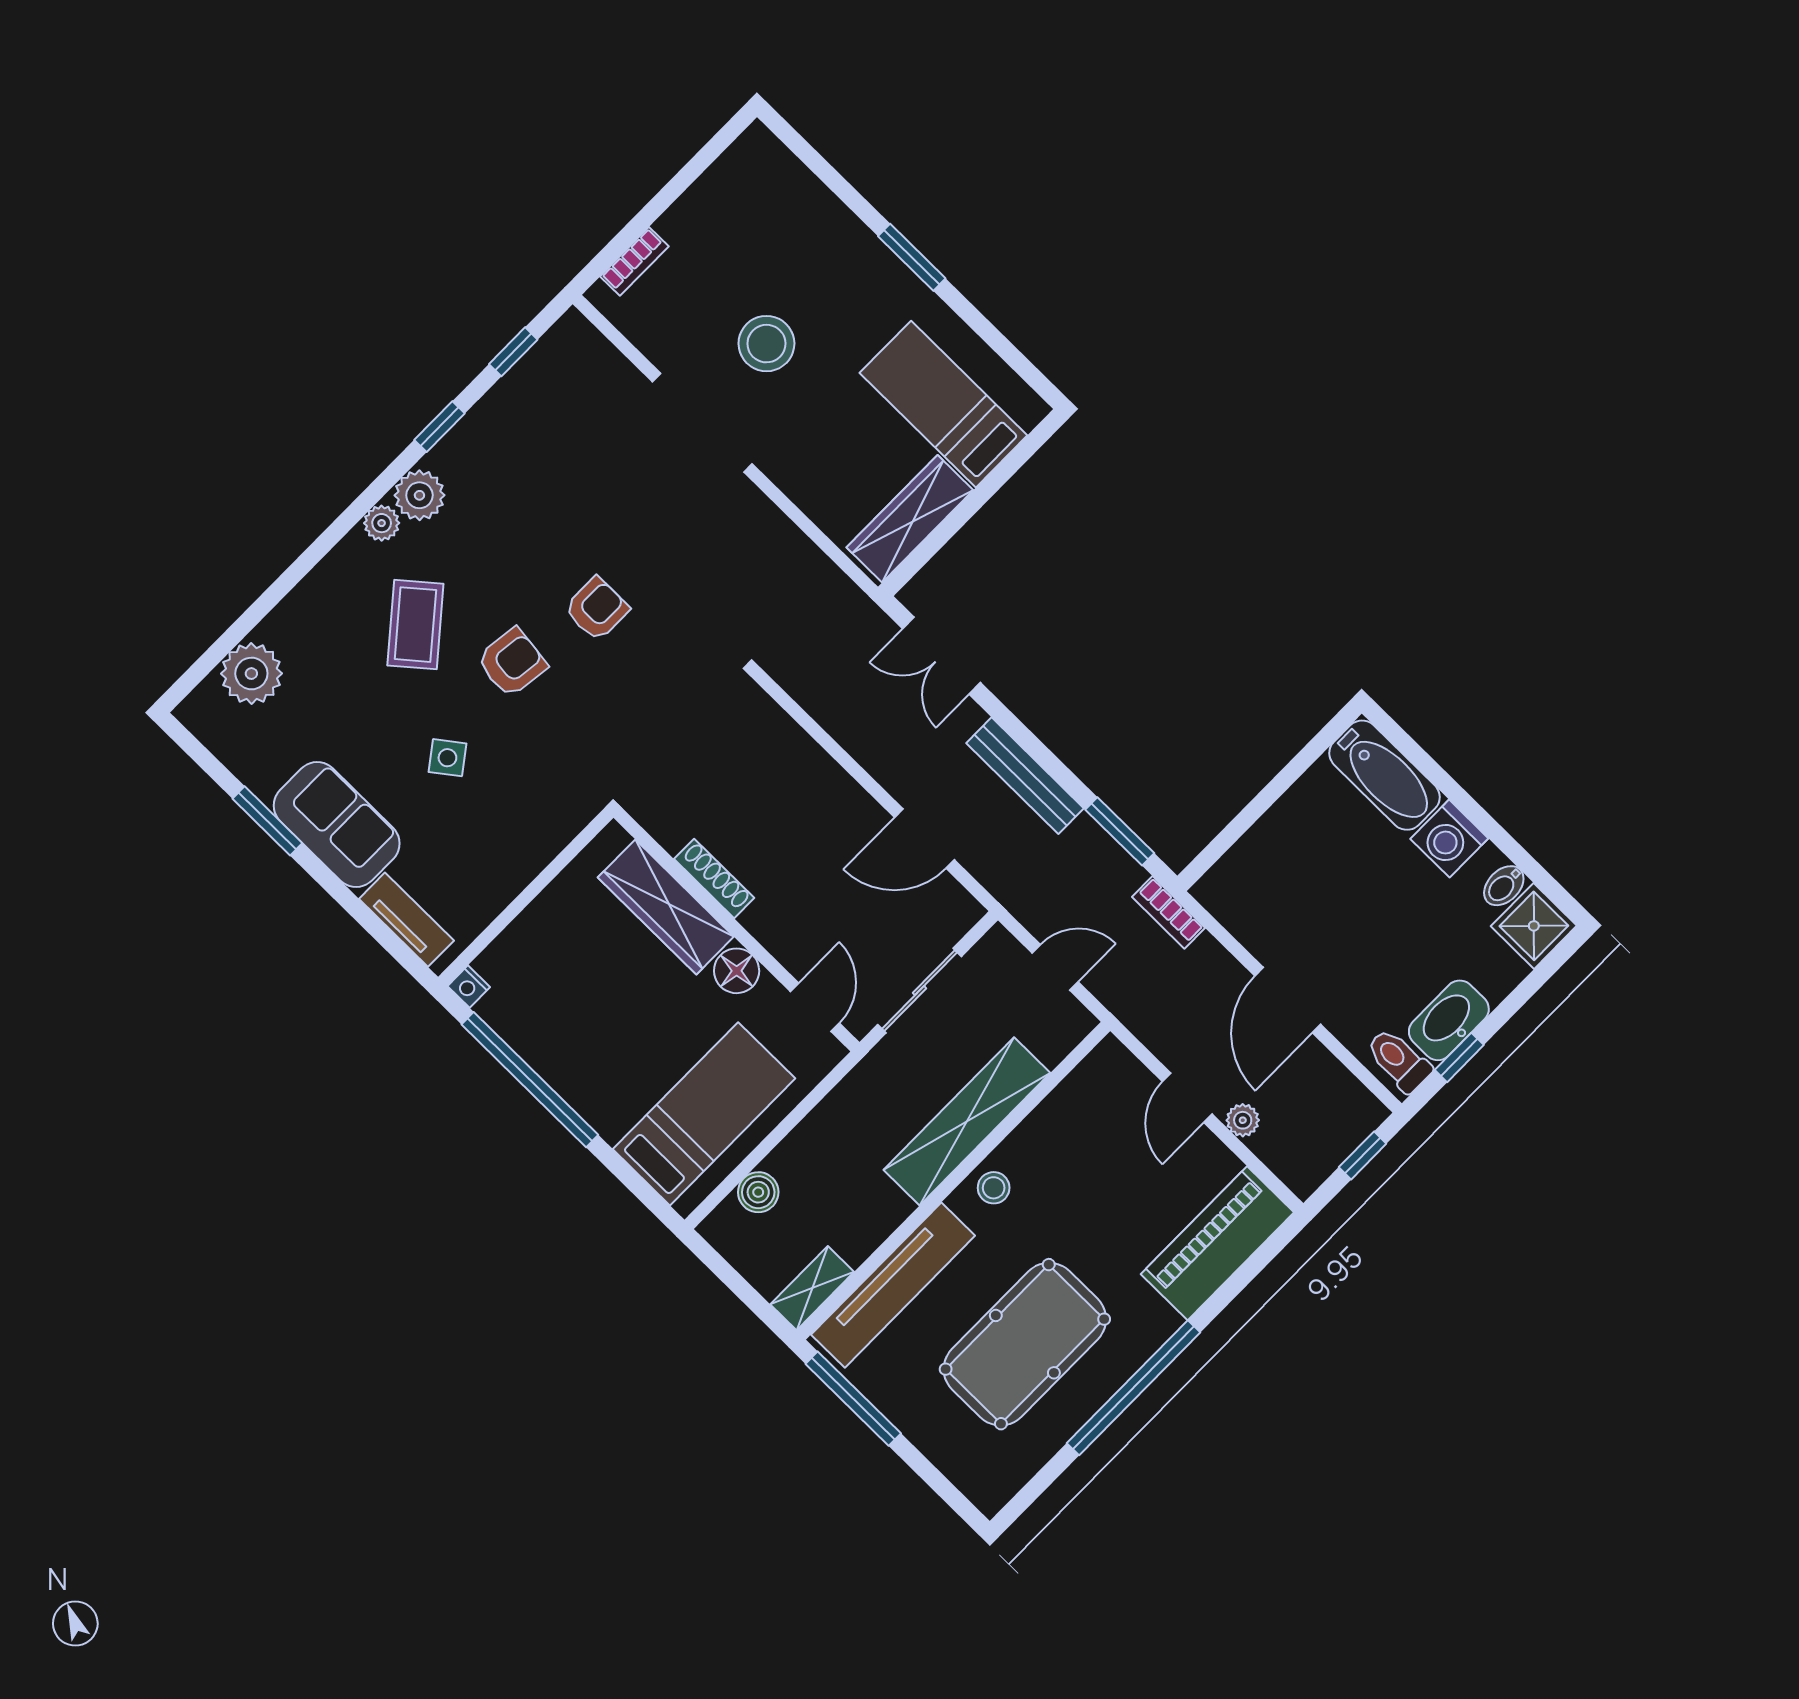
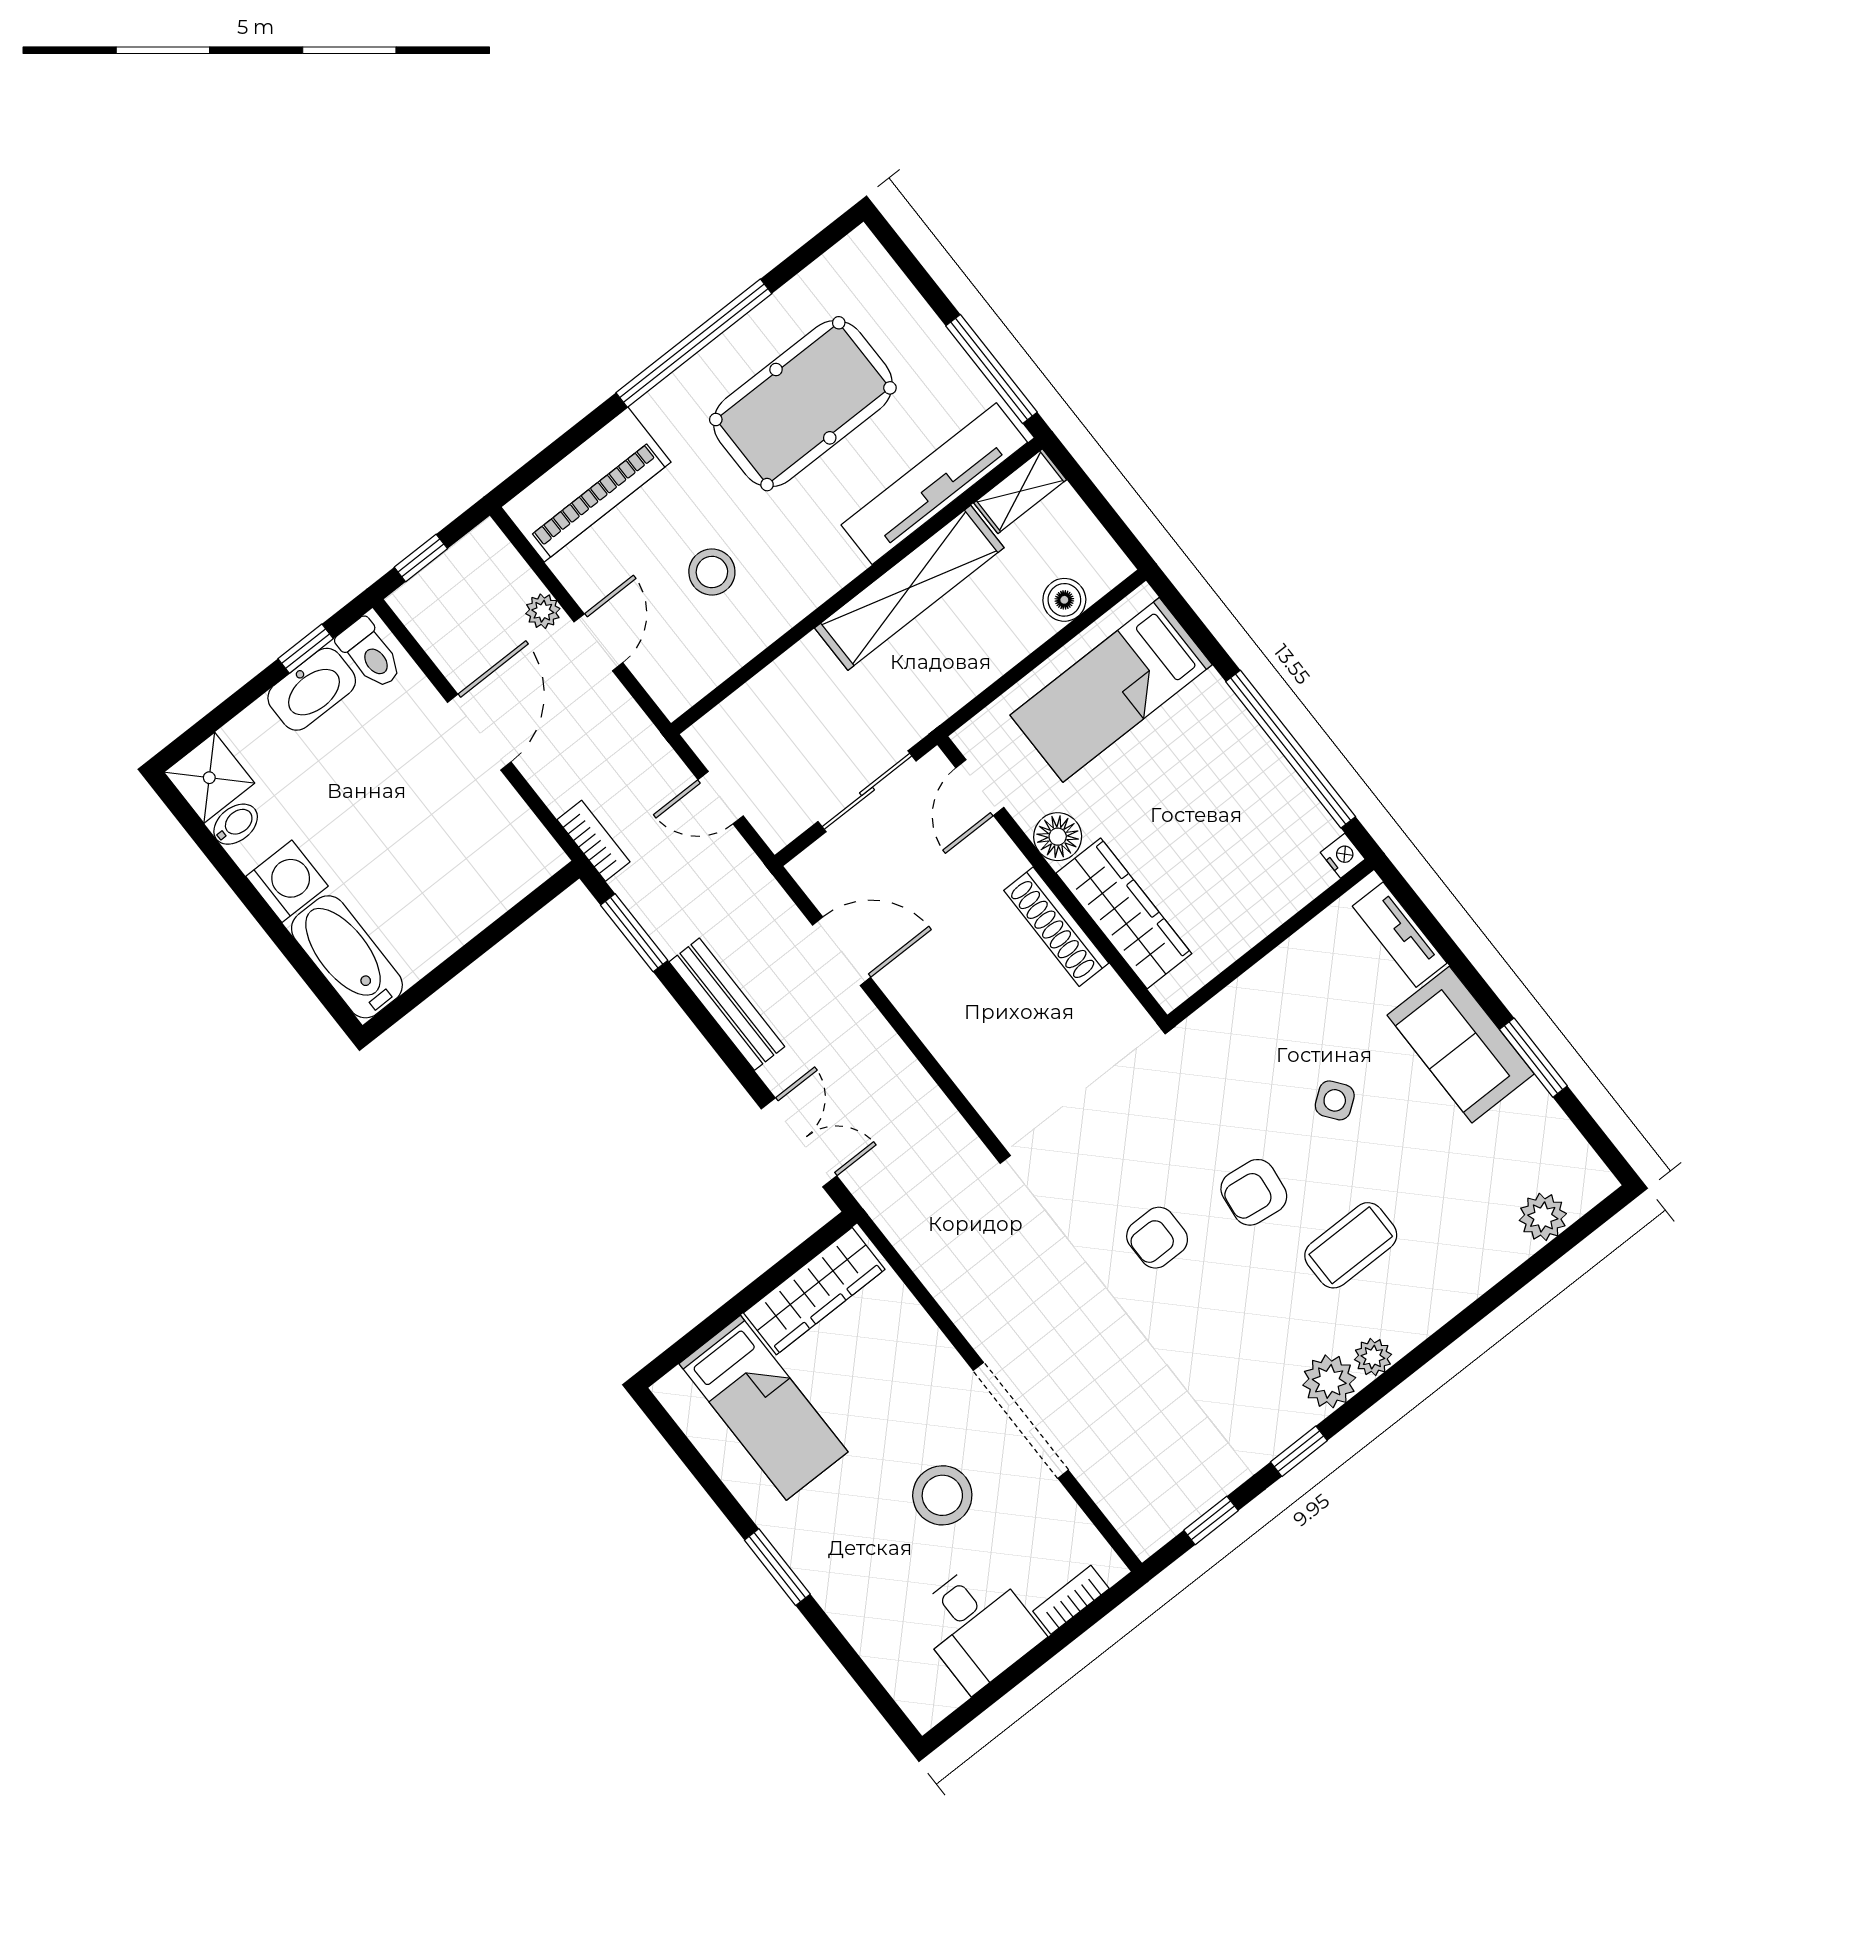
desk: (719, 226) -> (977, 1626), added
coffee table: (415, 625) -> (1351, 1245), turned 40
plant: (251, 674) -> (1543, 1217), width x0.73, depth x0.73
shoe rack: (714, 878) -> (1056, 927), width x1.36, depth x1.24
shelving: (967, 1121) -> (909, 588), moved
stool: (994, 1188) -> (712, 572), moved, width x1.37, depth x1.37

